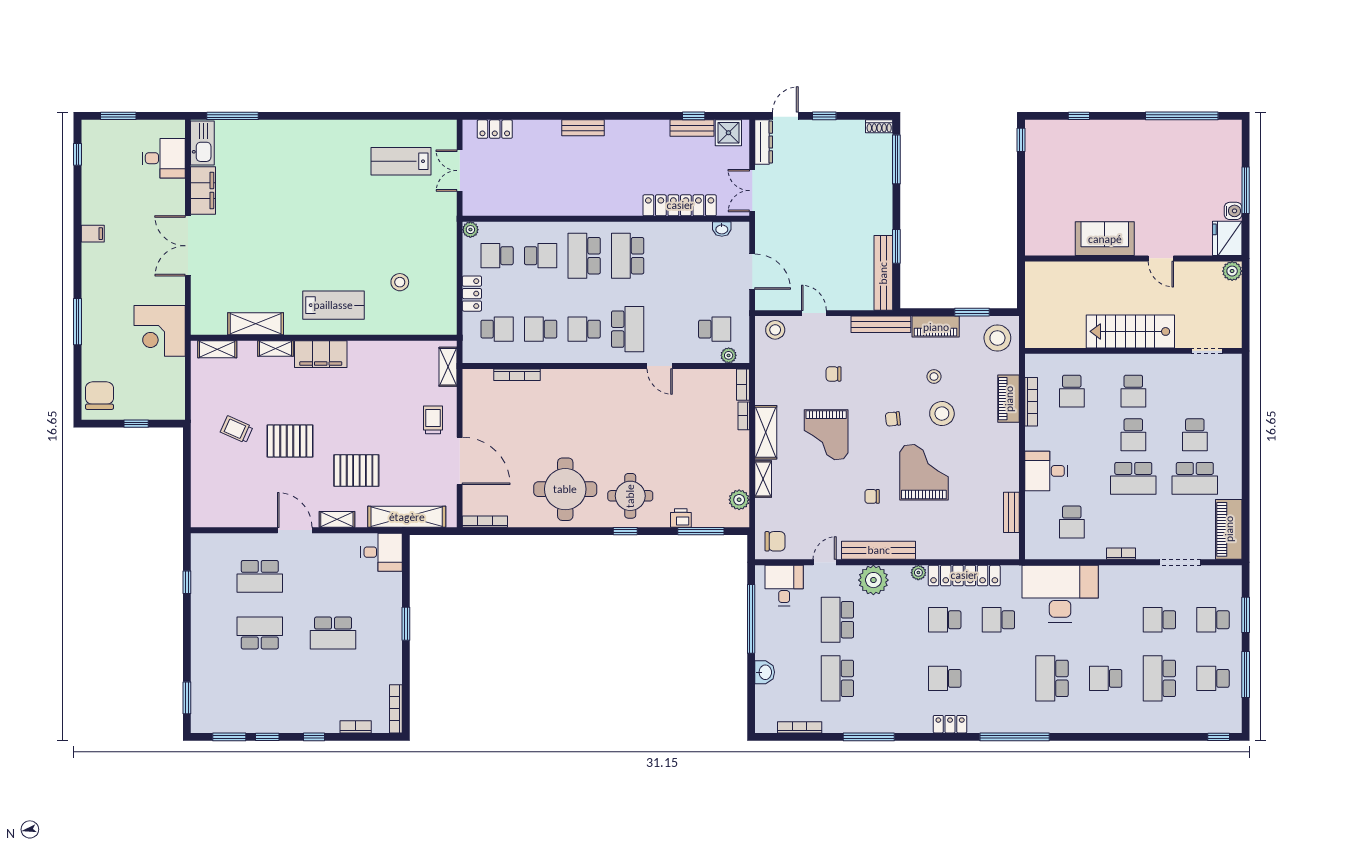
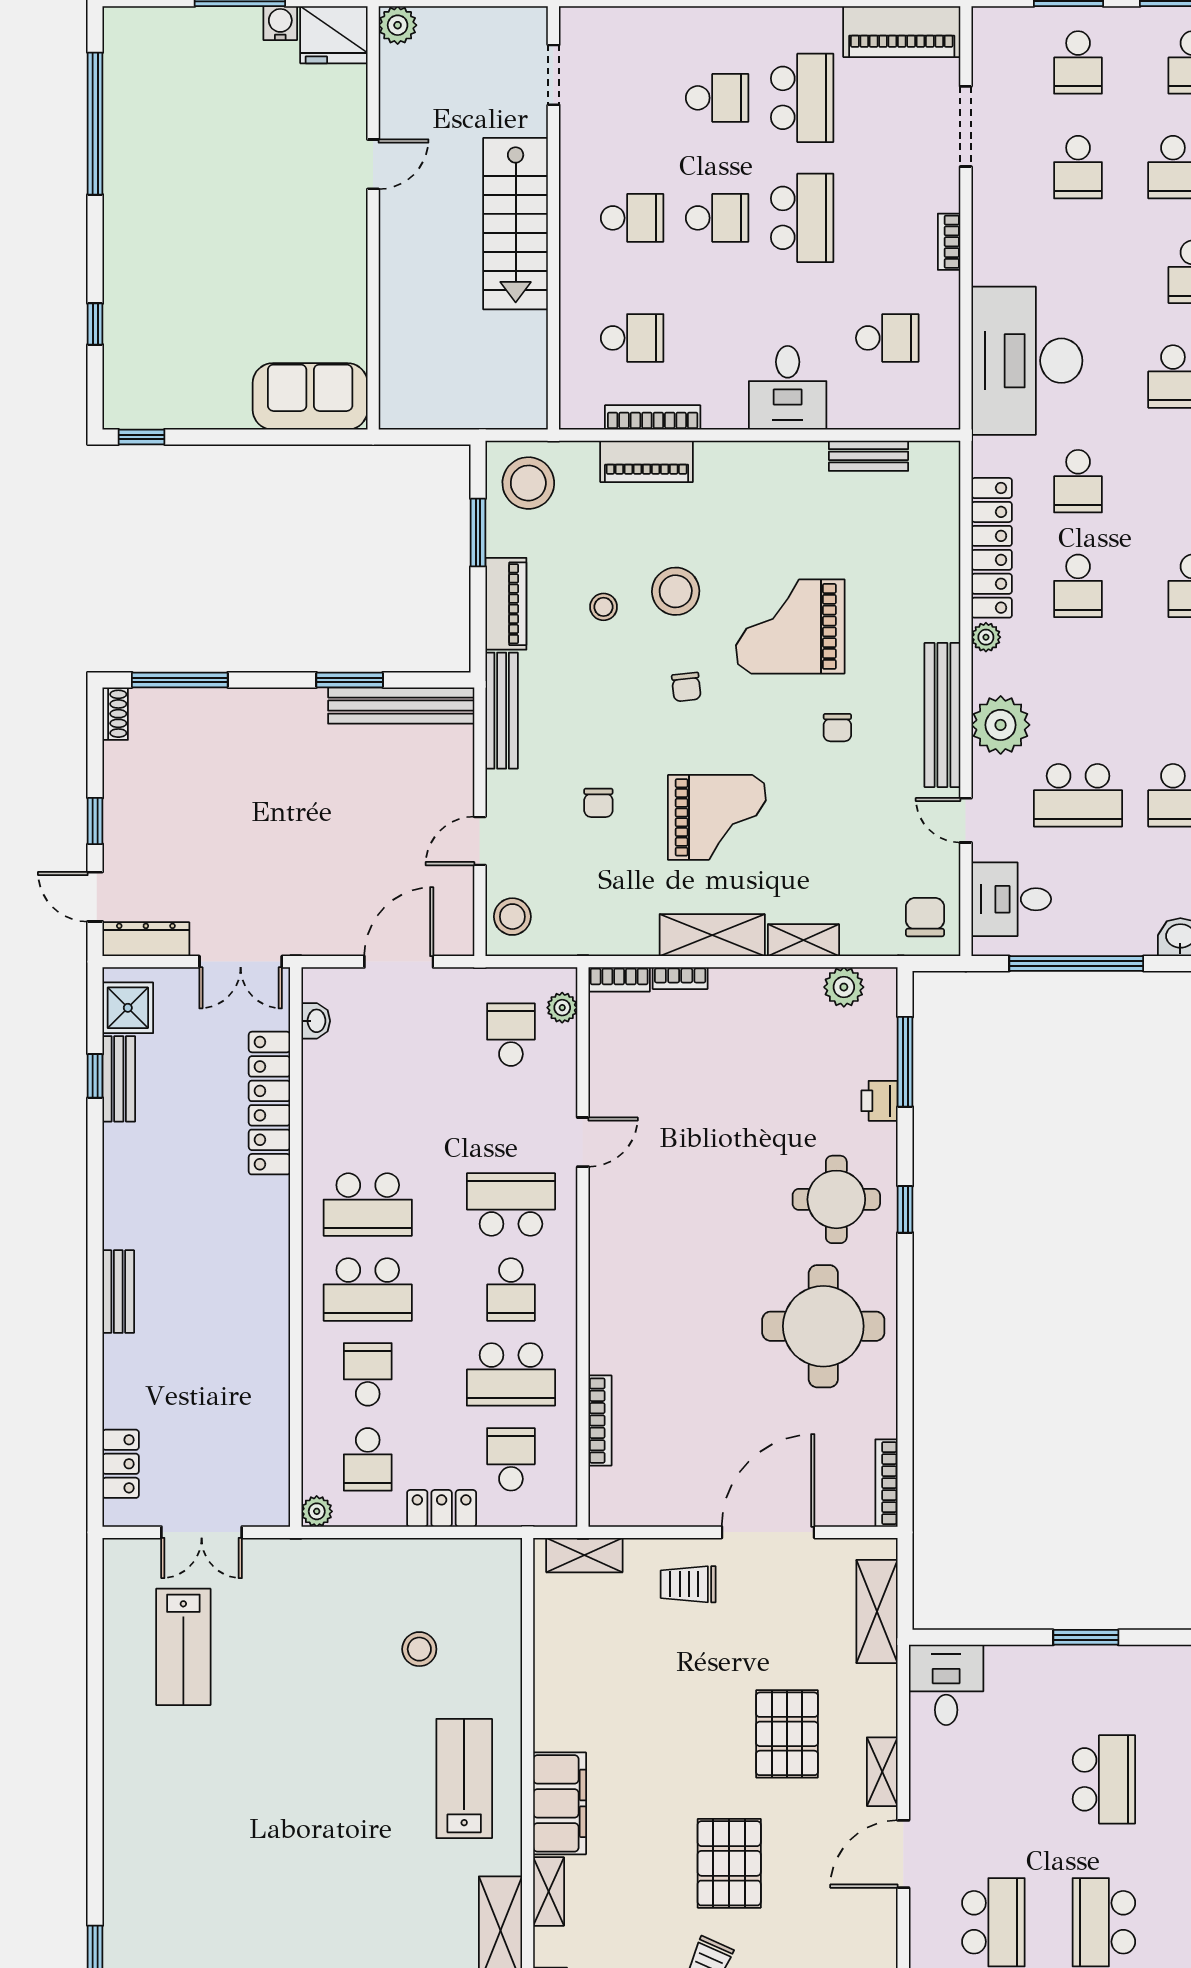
sofa: (1105, 239) -> (310, 396), moved, turned 90
school desk: (541, 329) -> (511, 1374), width x1.85
shelving: (407, 517) -> (877, 1612), width x0.68

